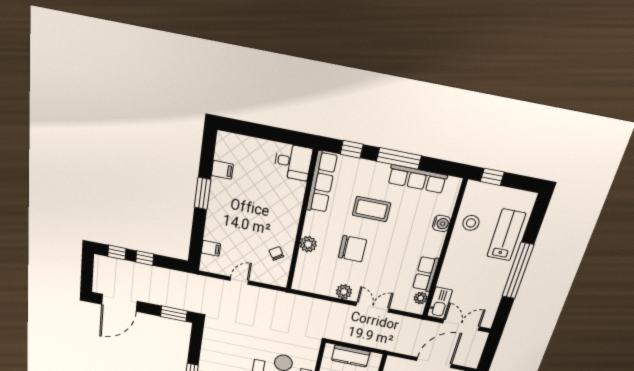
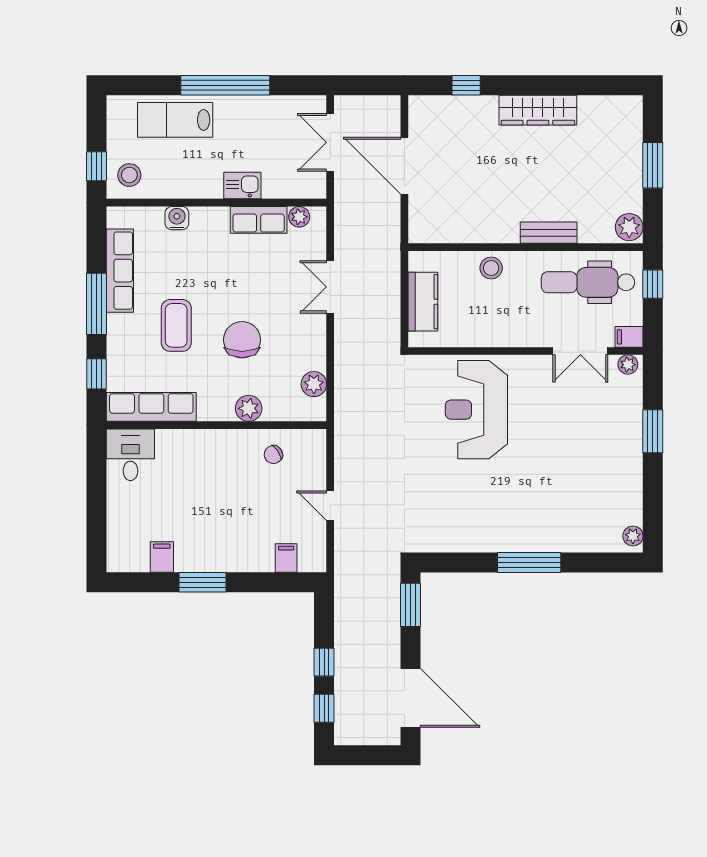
stool: (471, 223) -> (129, 175), moved
plant: (344, 292) -> (314, 384), moved
kitchen sink: (440, 303) -> (242, 186), moved, width x0.73

